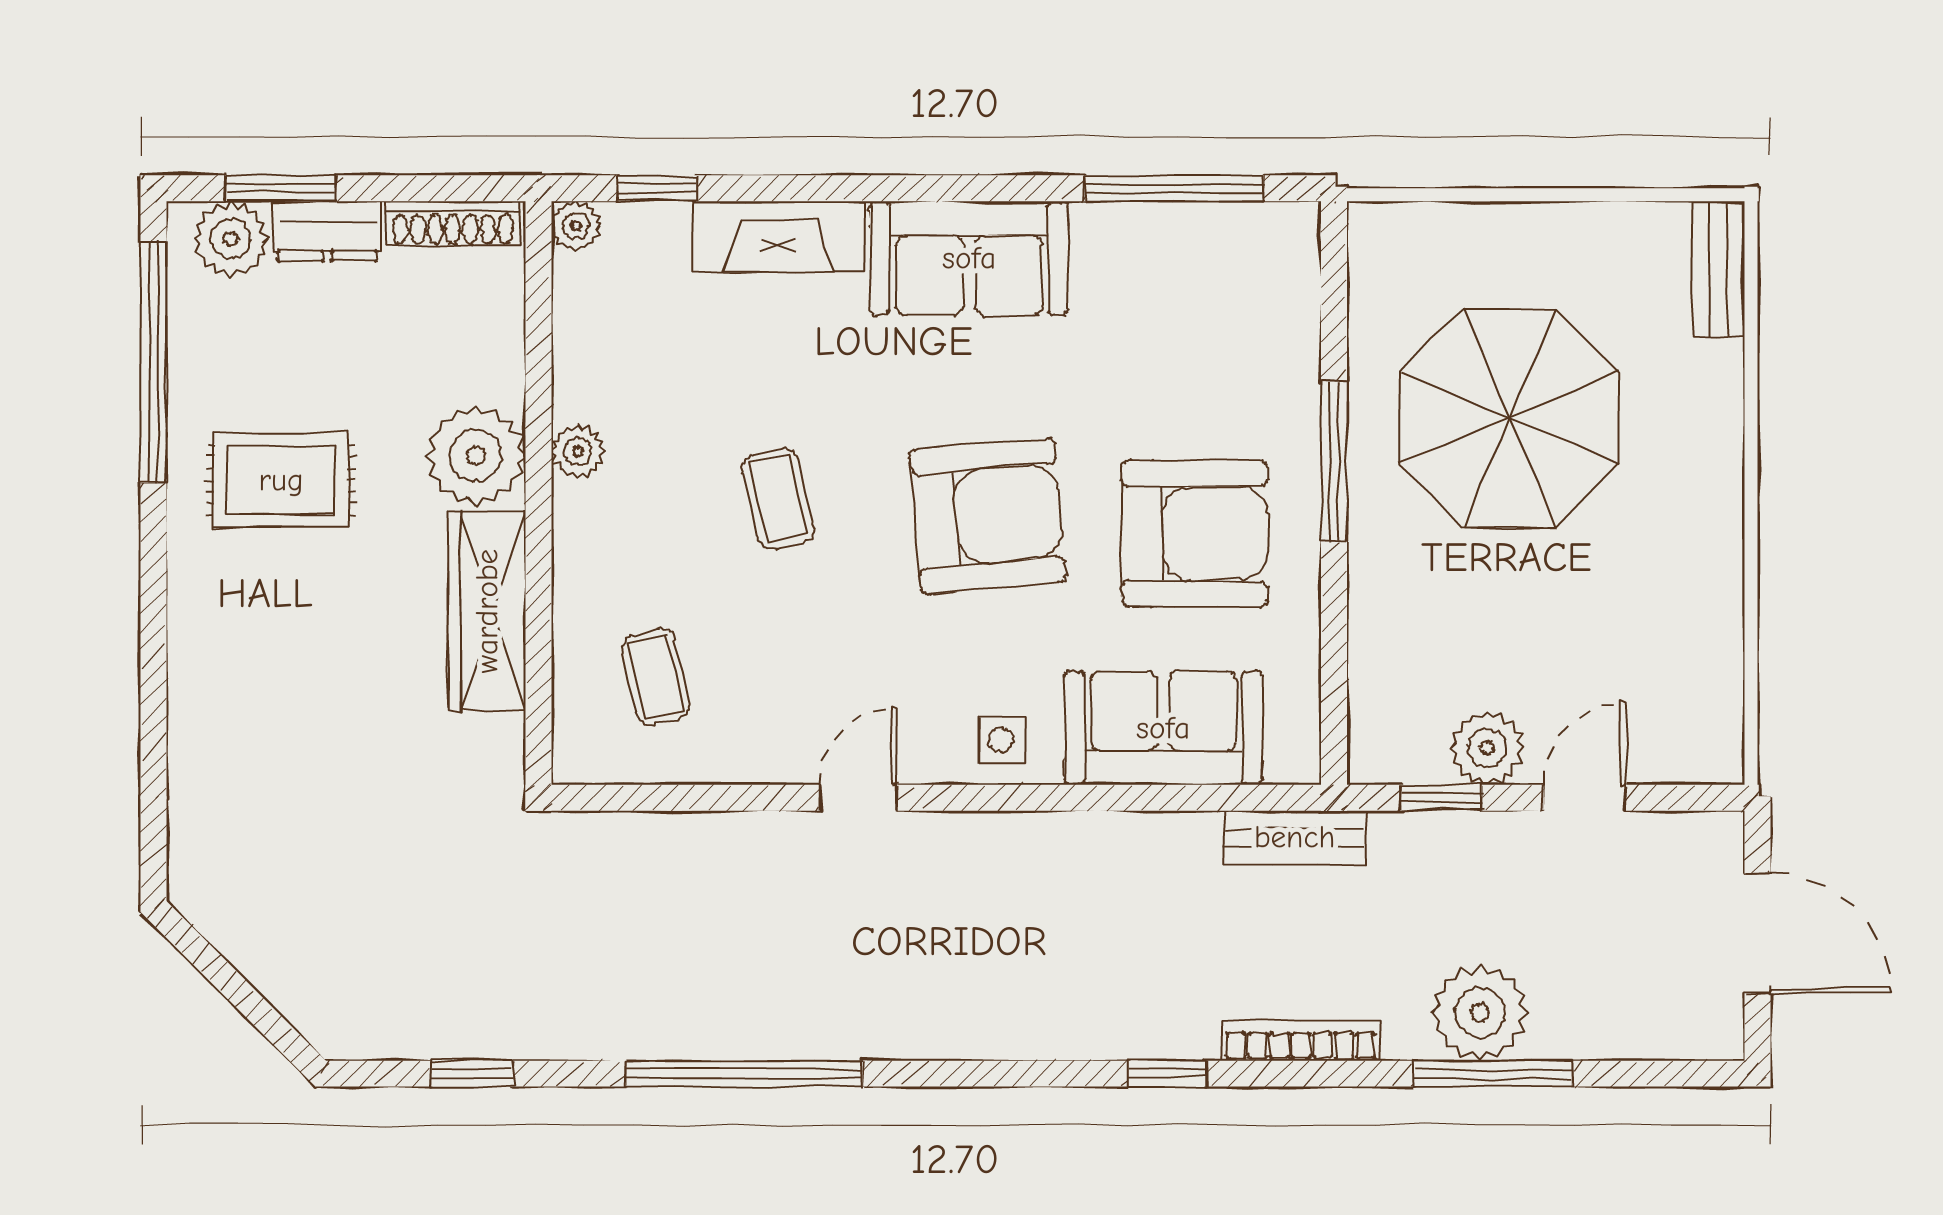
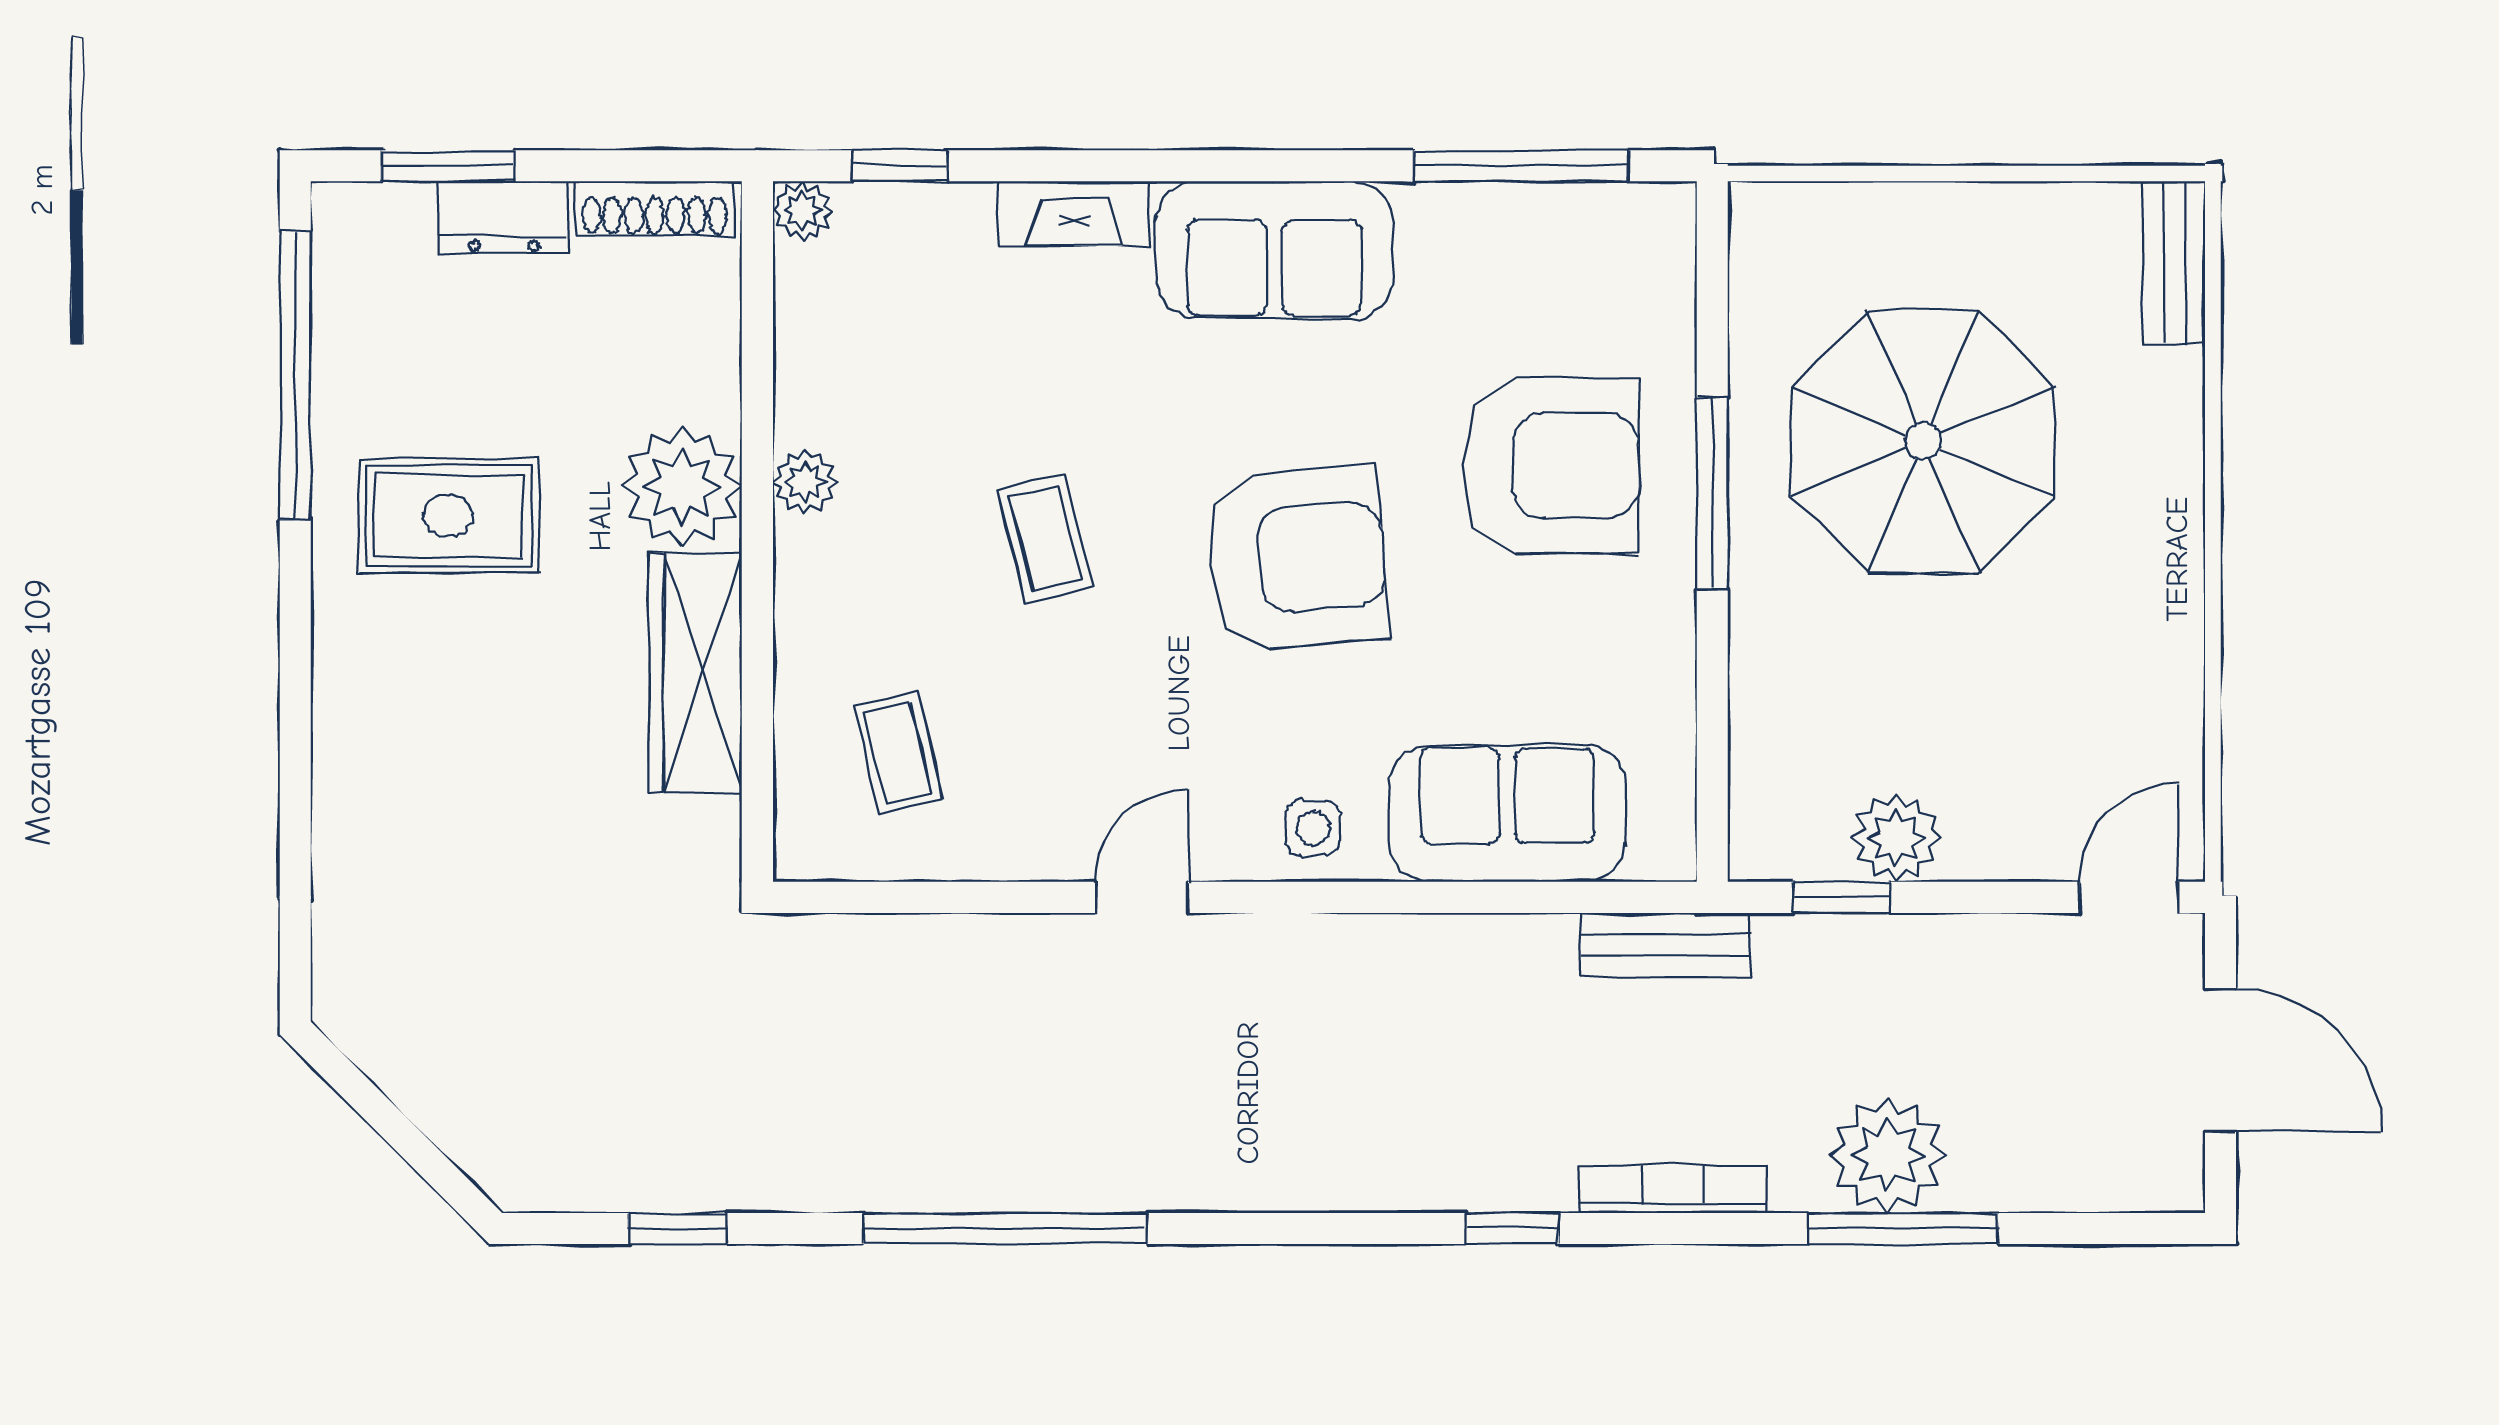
fireplace: (779, 237) -> (1074, 213), width x0.73, depth x0.76
plant: (231, 239) -> (388, 226), removed
armchair: (1195, 534) -> (1551, 466), moved
door: (1585, 798) -> (2129, 897), moved

